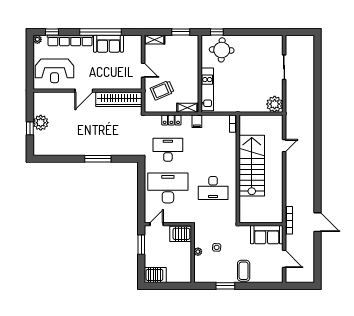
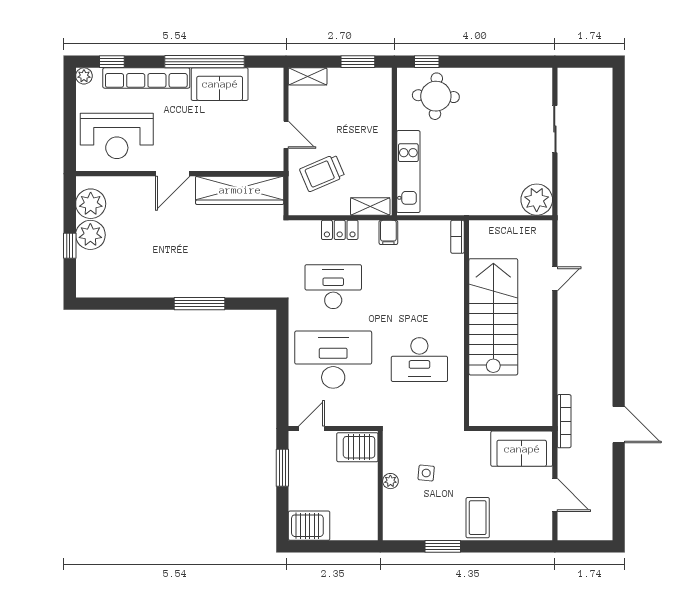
plant: (41, 106) -> (91, 204), added

